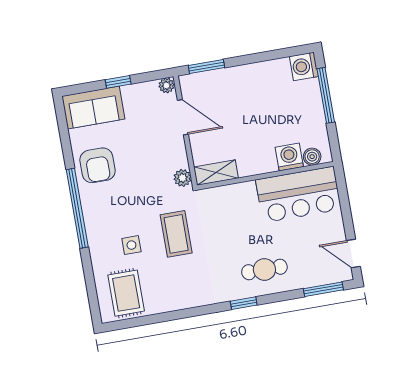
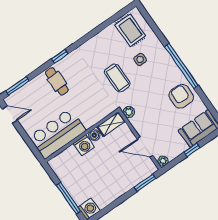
washing machine: (289, 157) -> (84, 145), moved
boiler: (312, 157) -> (94, 135), moved
cafe table: (264, 269) -> (57, 81), turned 90

